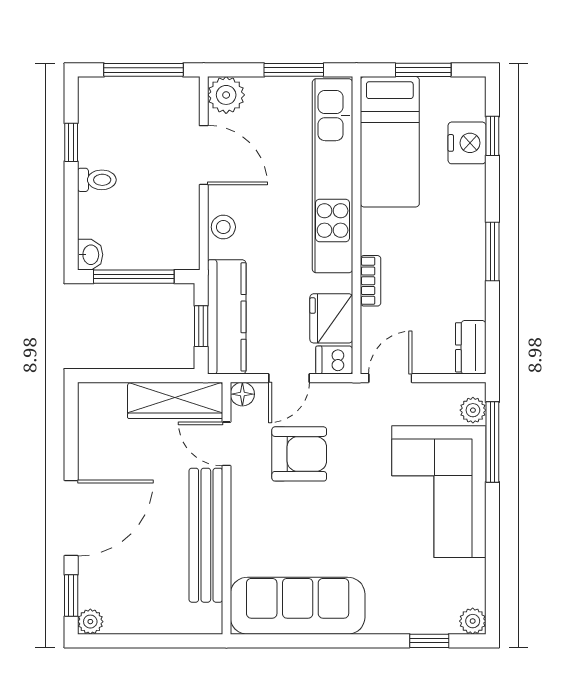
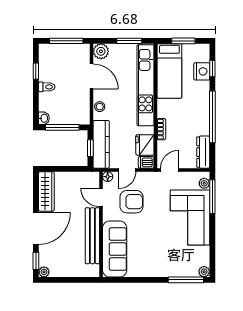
window: (492, 251) -> (212, 117), width x2.11
dresser: (471, 347) -> (203, 152), width x1.44
wardrobe: (175, 400) -> (46, 191), moved, turned -90
sofa: (298, 606) -> (115, 249), moved, turned 90
window: (429, 641) -> (186, 280), width x2.17

